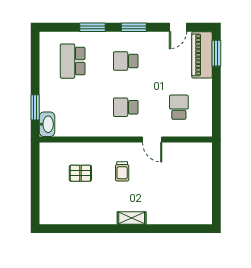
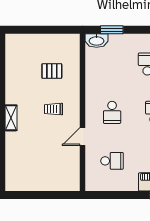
school desk: (126, 107) -> (112, 112), turned 180
pallet: (80, 173) -> (52, 71), turned 90

